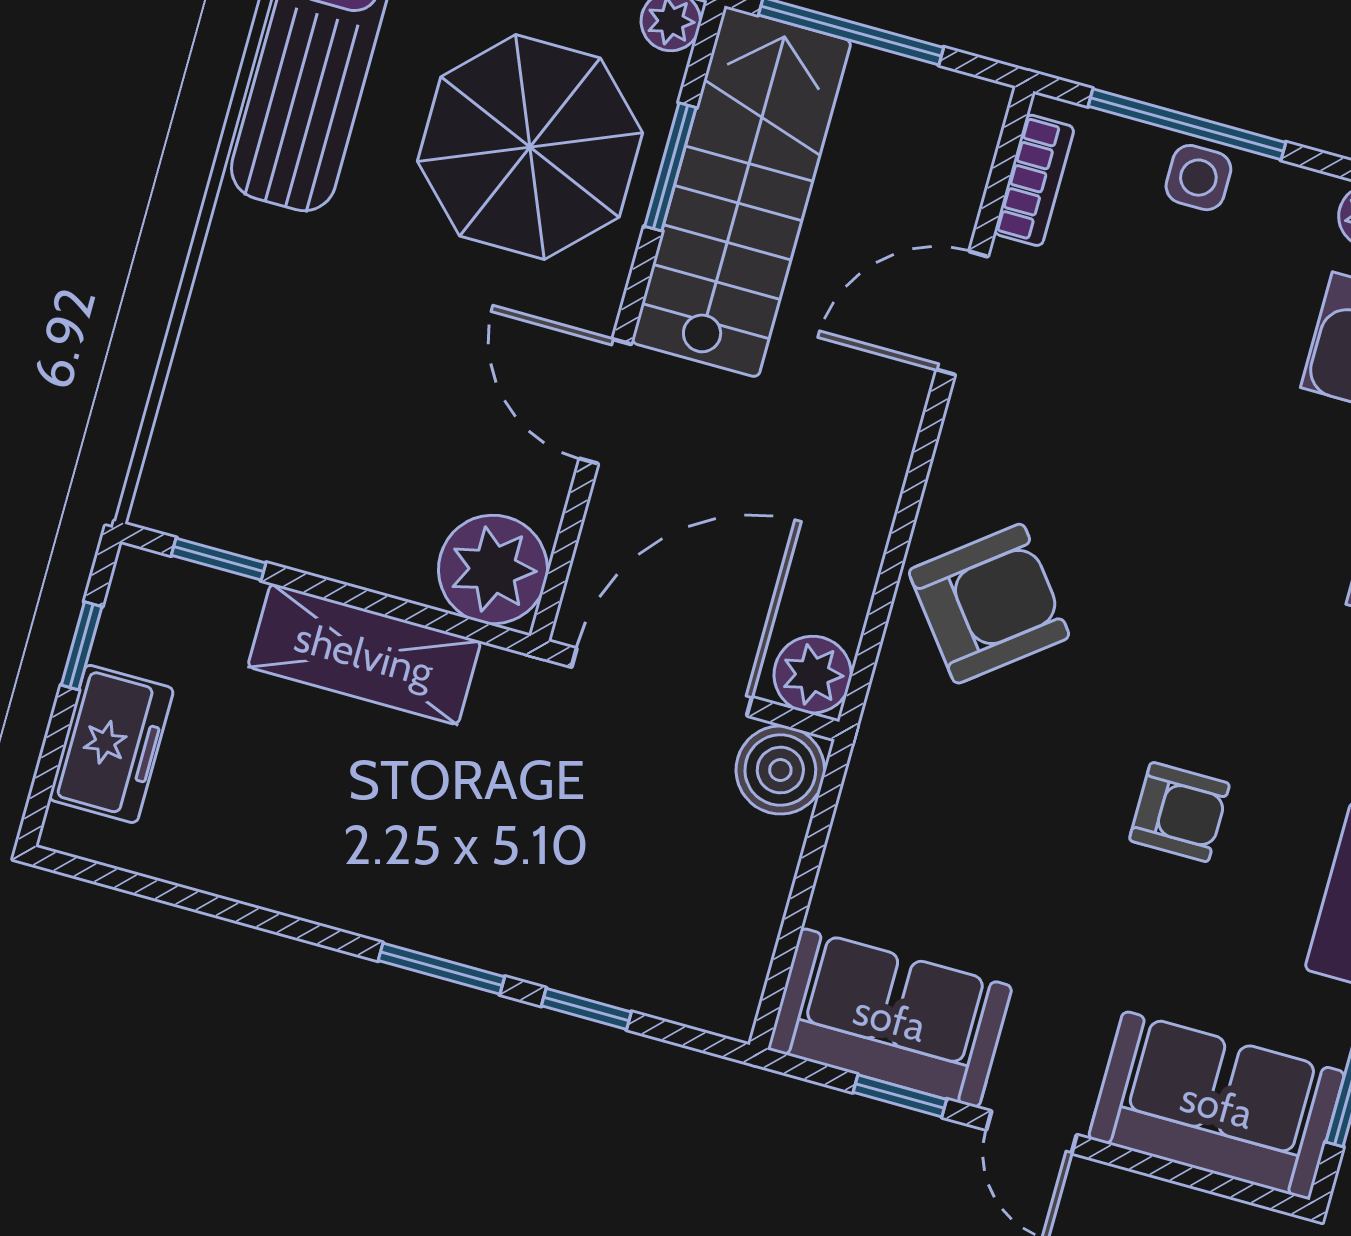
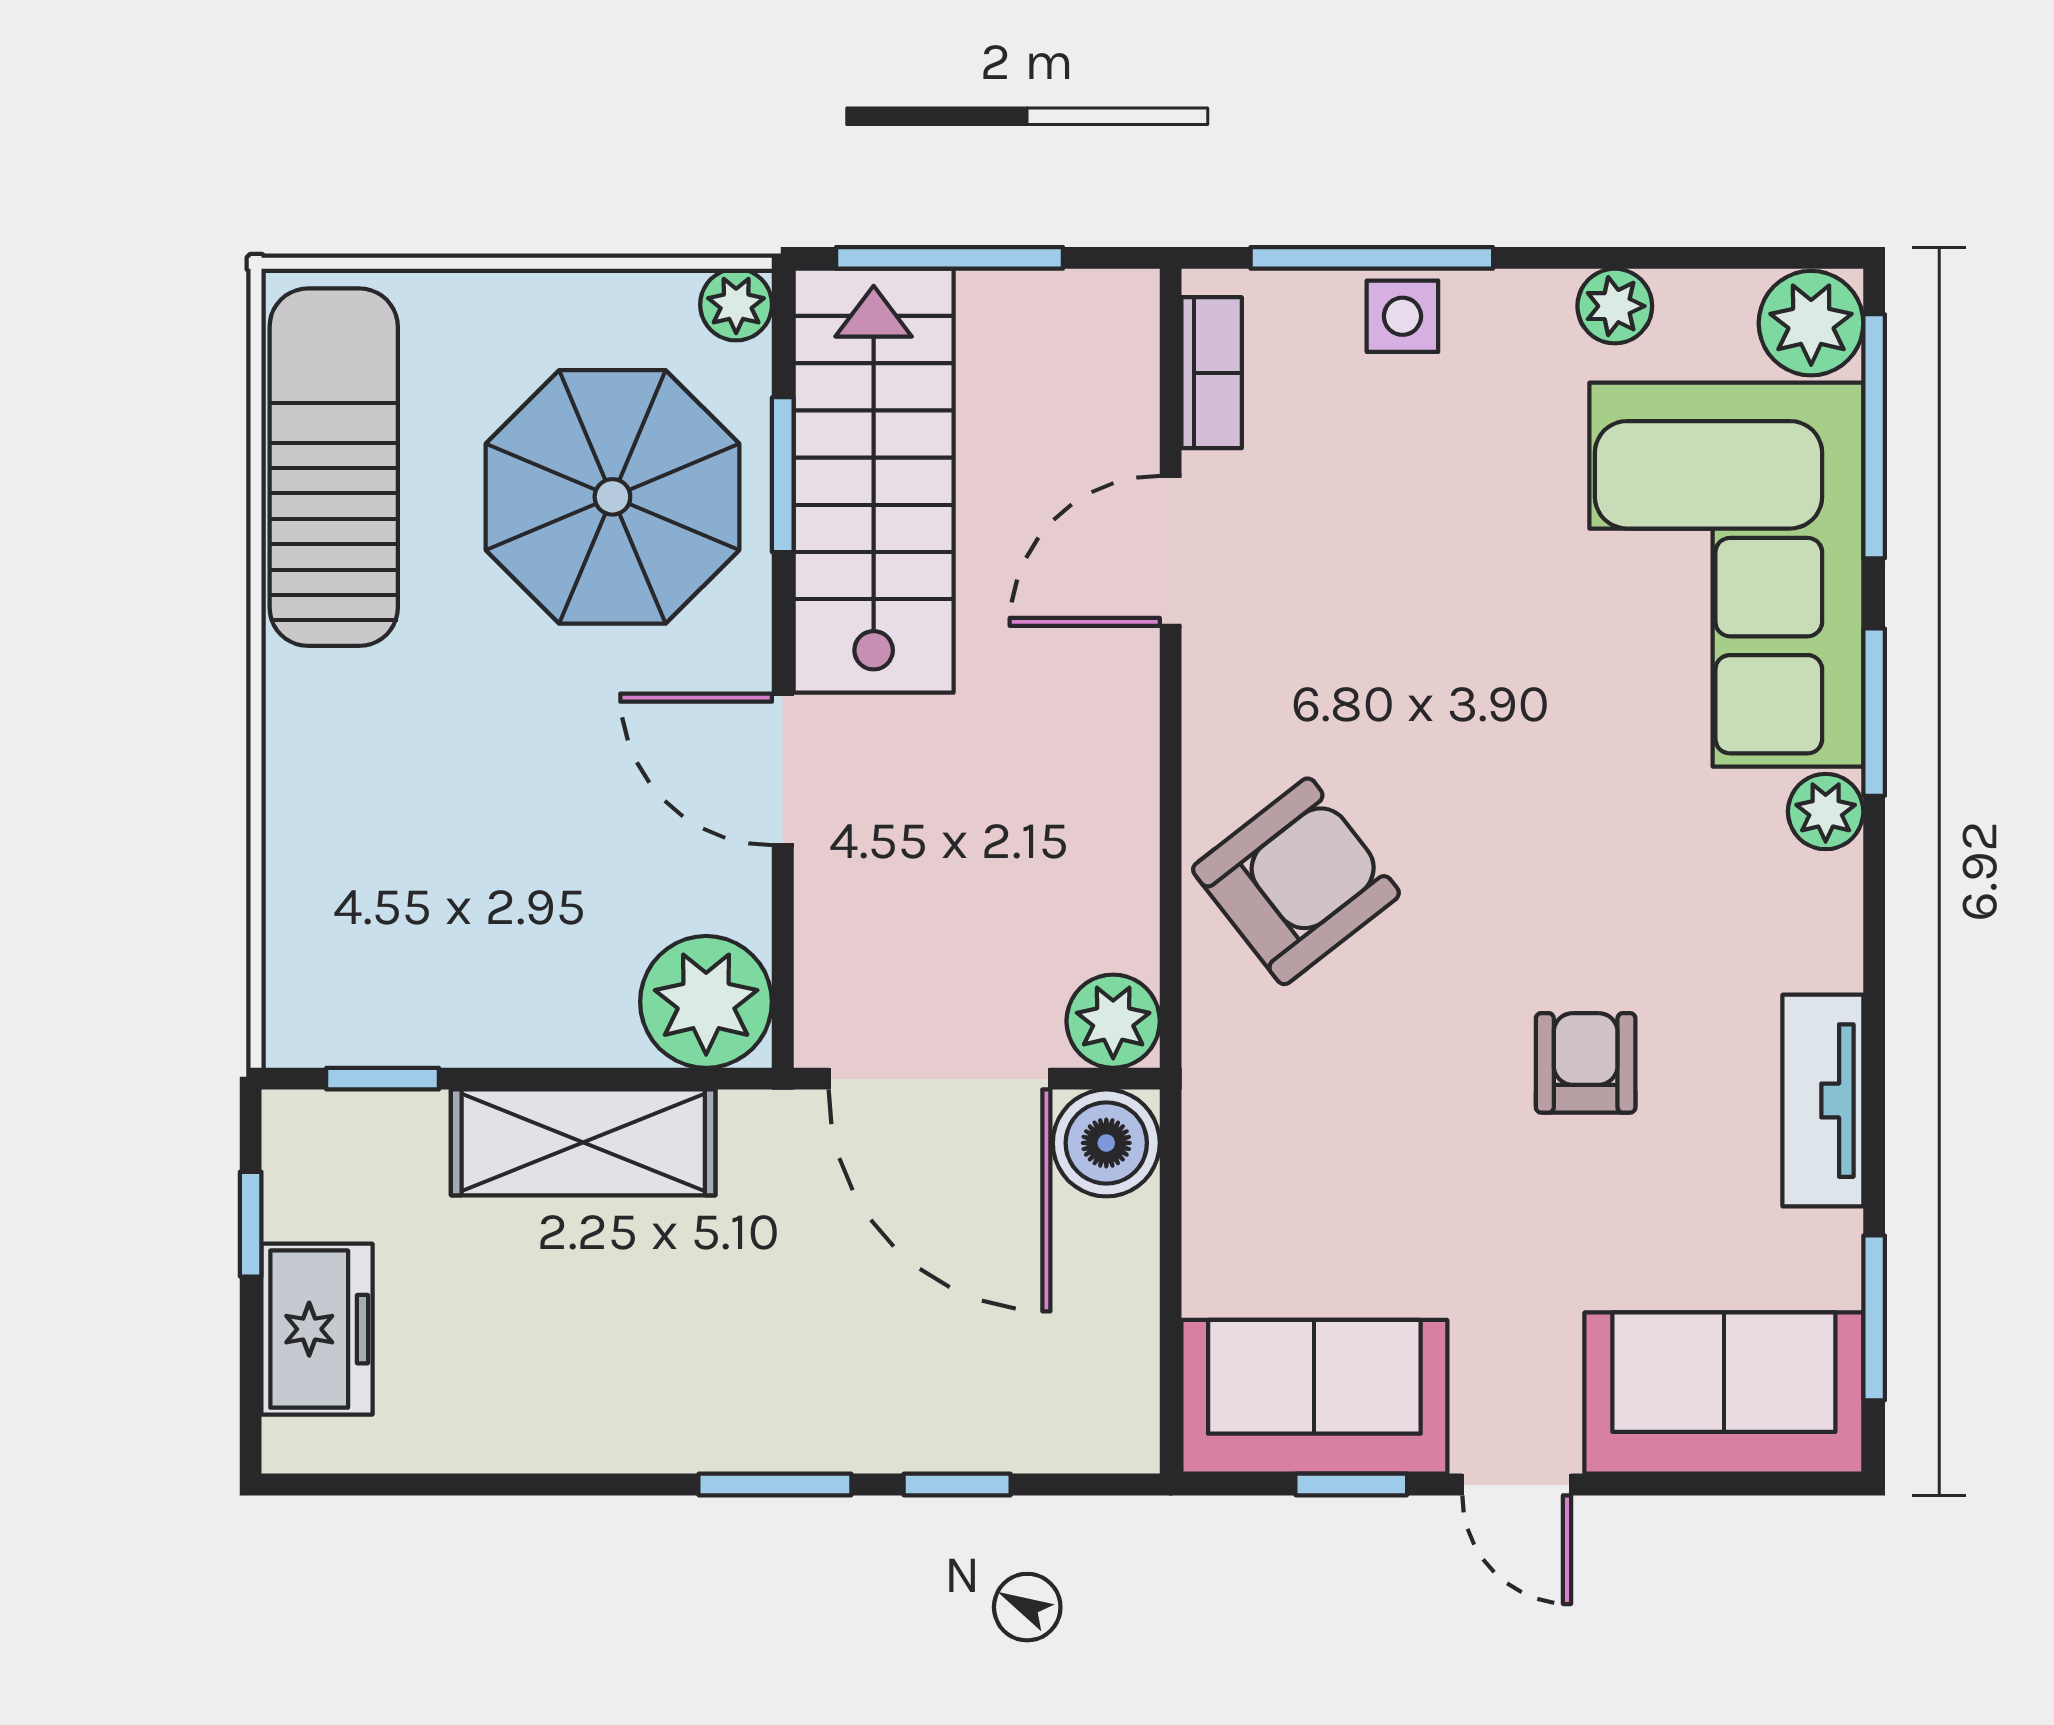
door: (662, 682) -> (939, 1079), swing flipped
armchair: (1179, 812) -> (1586, 1063), turned -90

